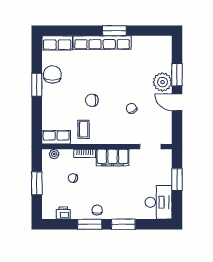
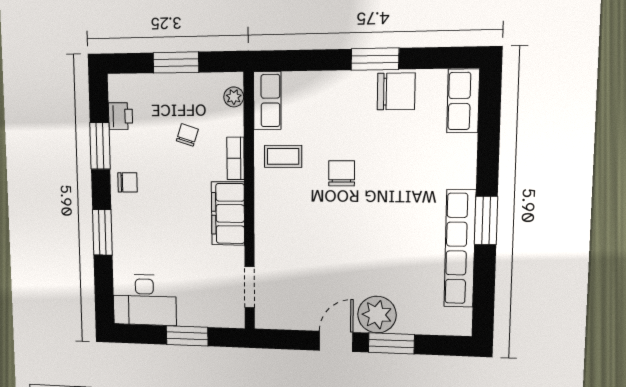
row of seats: (102, 43) -> (460, 249), moved
chair: (132, 108) -> (324, 252), removed
window: (90, 224) -> (100, 146), moved

